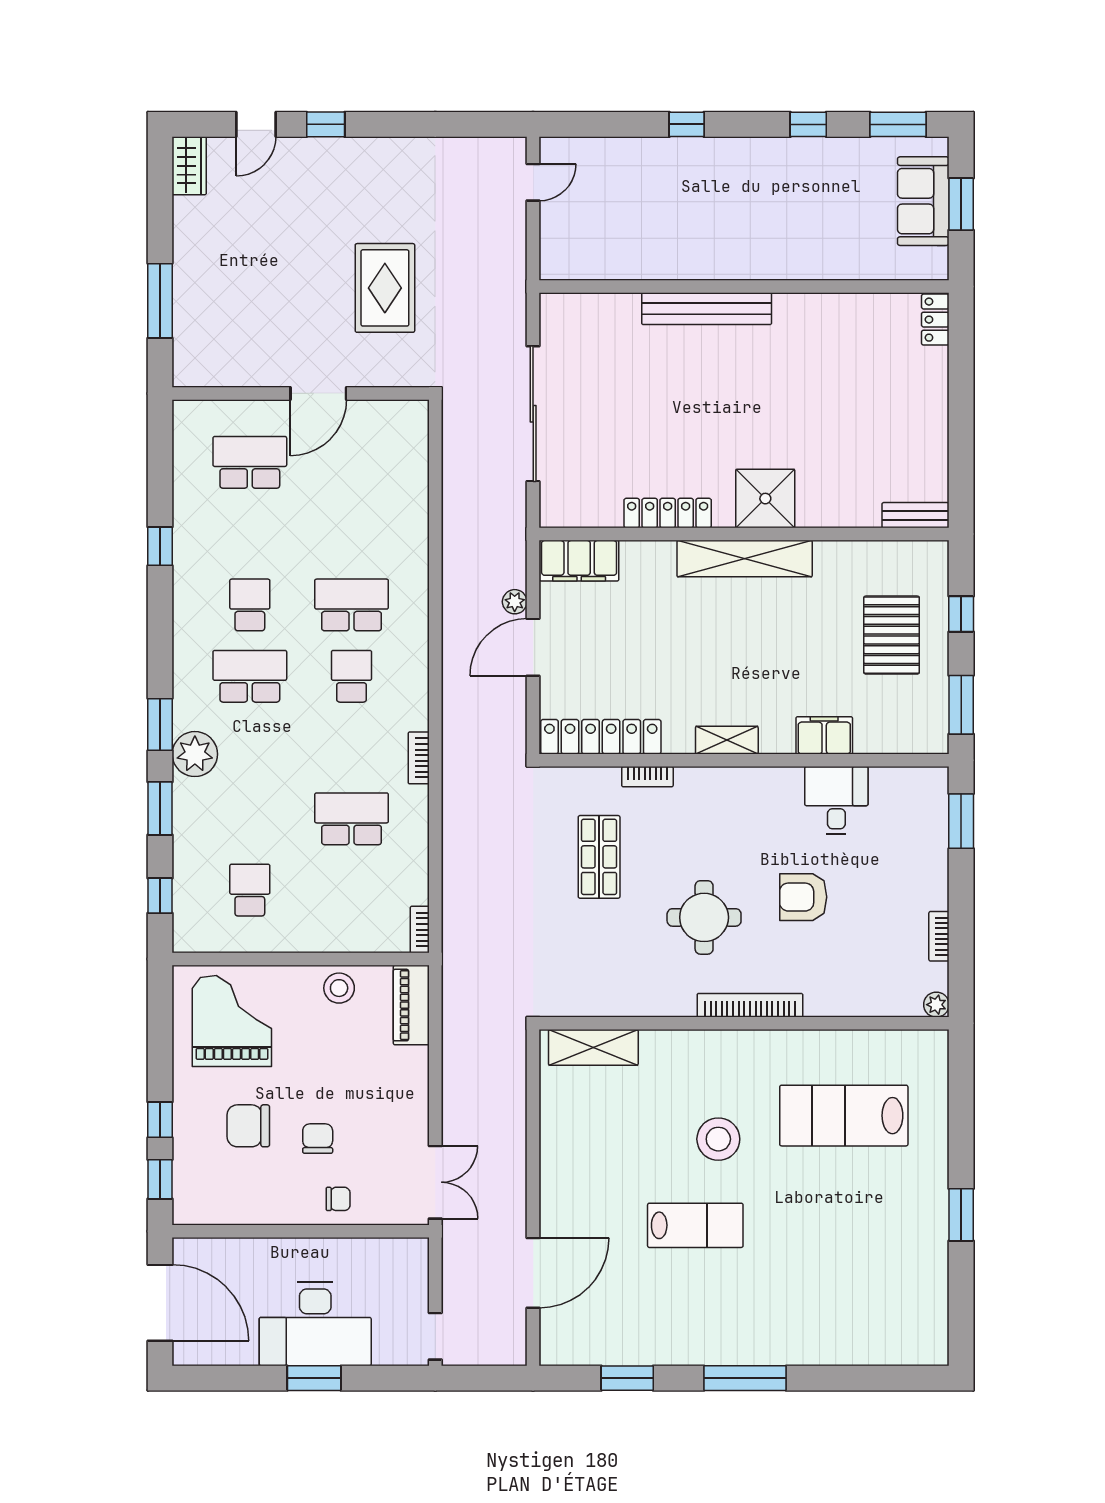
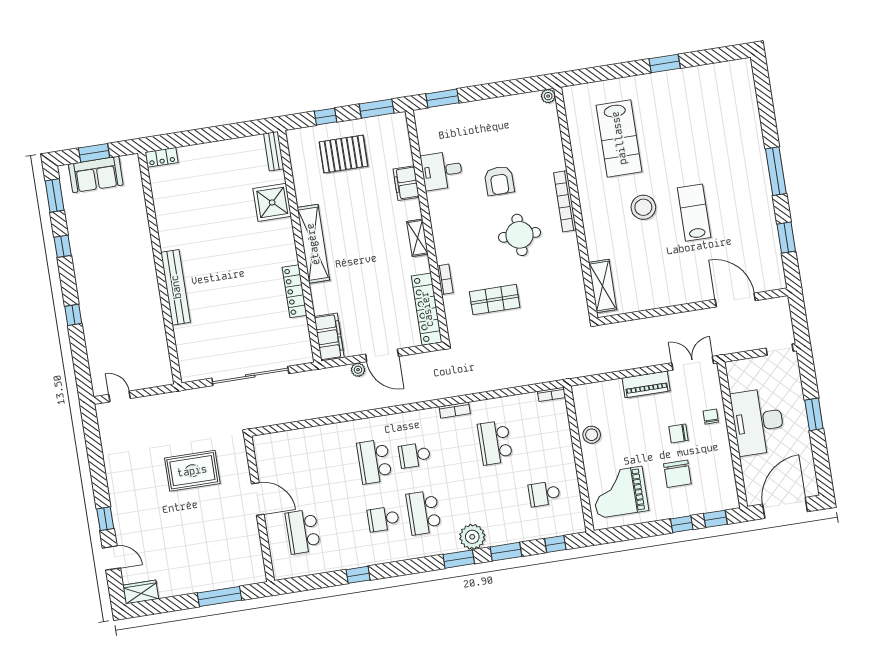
shower: (765, 499) -> (272, 202), moved
bookcase: (939, 936) -> (509, 101), removed
piano: (411, 1005) -> (646, 384), moved
desk: (315, 1324) -> (758, 422), moved, turned 180

